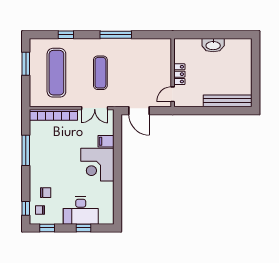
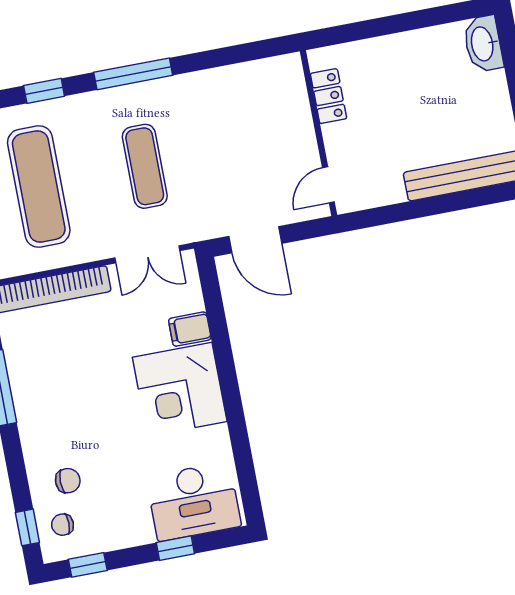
window: (116, 35) -> (133, 74), moved
washbasin: (213, 45) -> (483, 44), moved, turned 90
locker: (179, 74) -> (328, 96), moved
desk: (81, 211) -> (194, 501), moved

